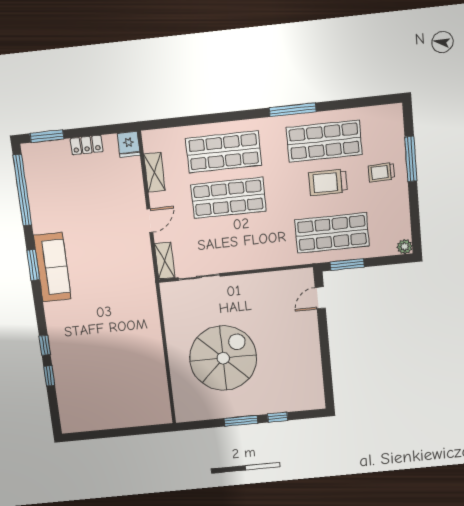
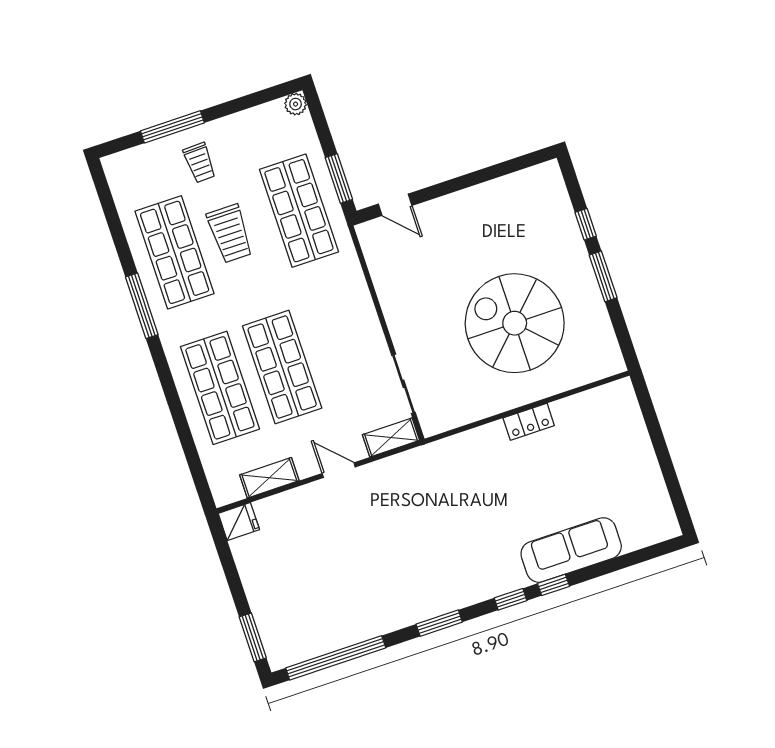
locker: (87, 145) -> (529, 422), moved, turned 90
sofa: (52, 267) -> (571, 550), moved
window: (49, 376) -> (511, 599), moved

